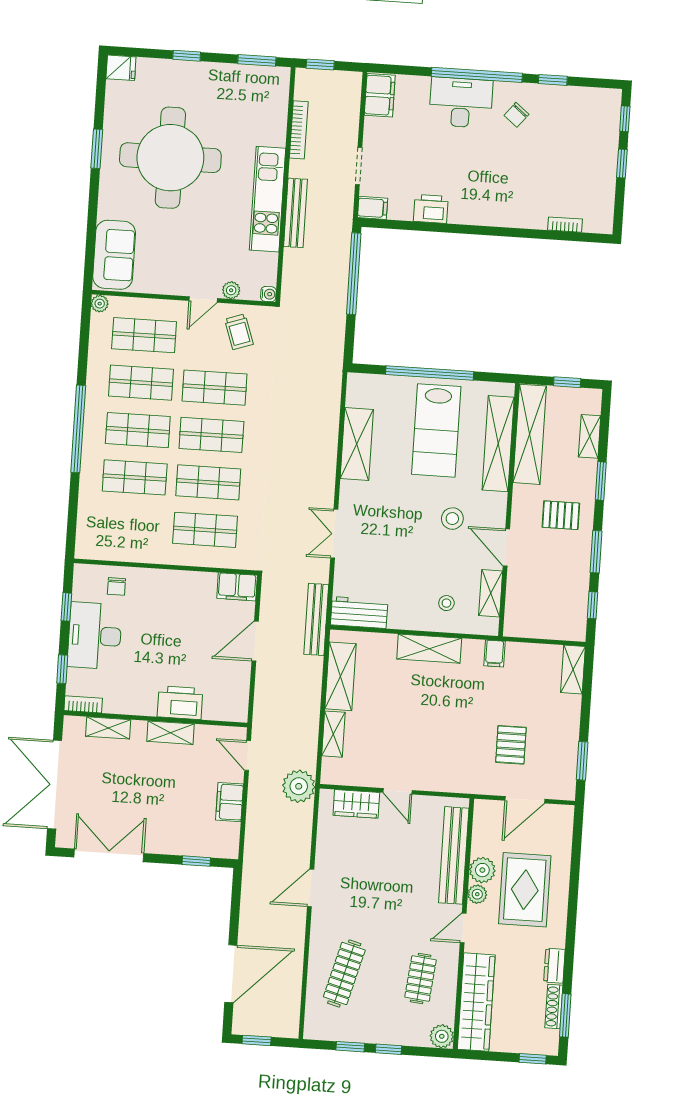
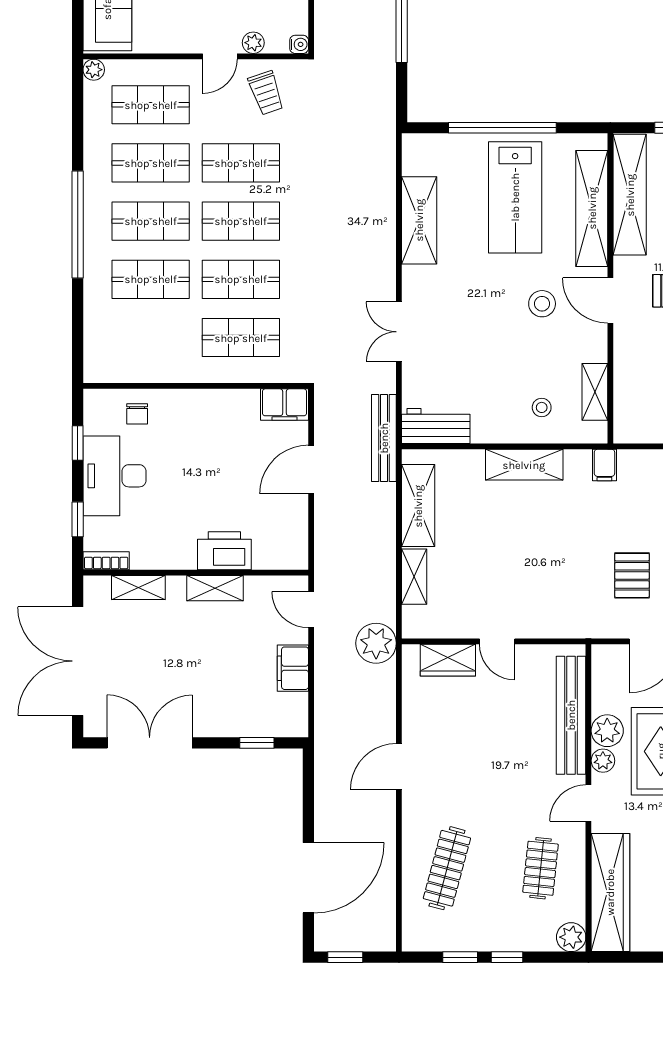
door: (506, 548) -> (610, 301), moved

